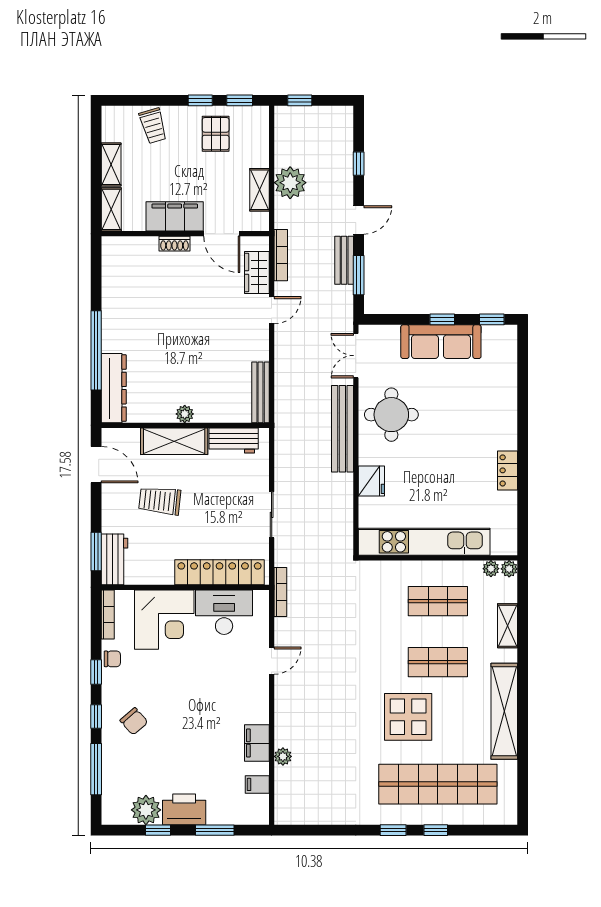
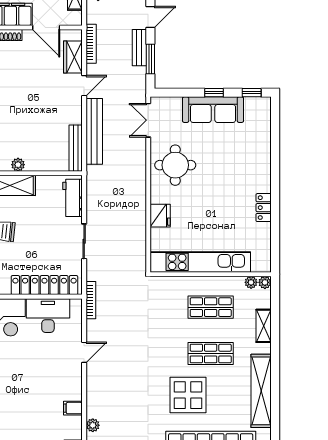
bench: (342, 429) -> (94, 131), moved
workbench: (234, 440) -> (73, 198), moved, turned 90
filing cabinet: (257, 743) -> (73, 408), width x0.50

